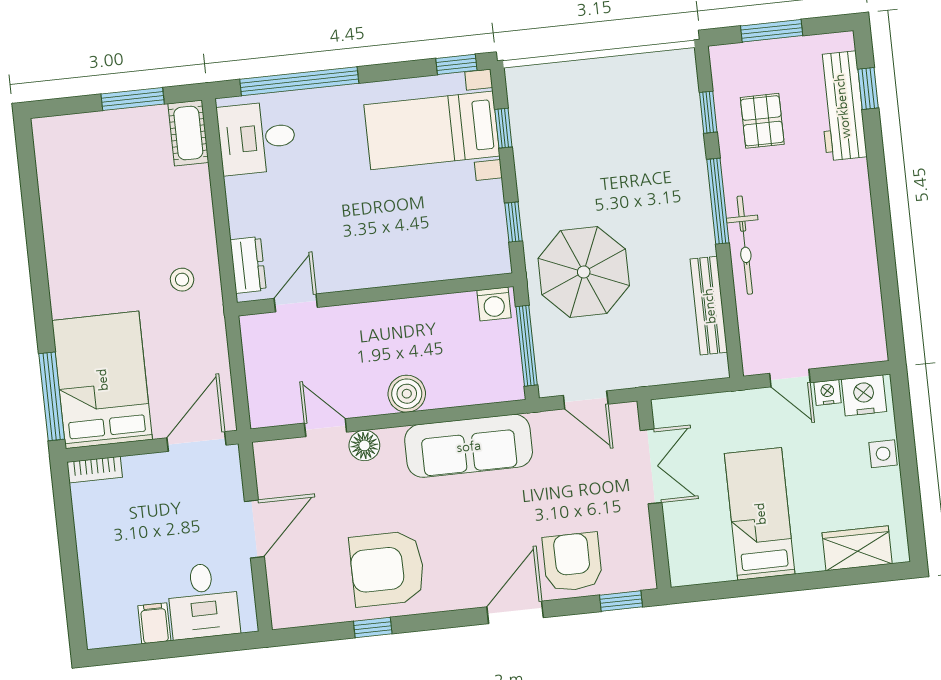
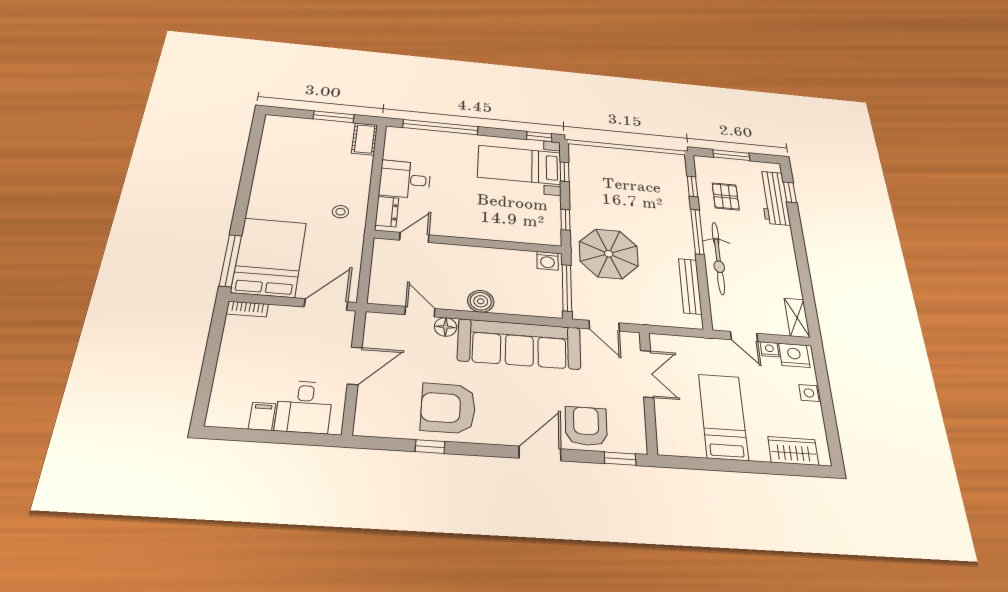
desk: (257, 138) -> (405, 179), moved
bicycle: (745, 245) -> (718, 258), width x1.37, depth x1.40
shelving: (871, 329) -> (797, 318), added
sofa: (469, 446) -> (519, 344), width x1.36, depth x1.27

